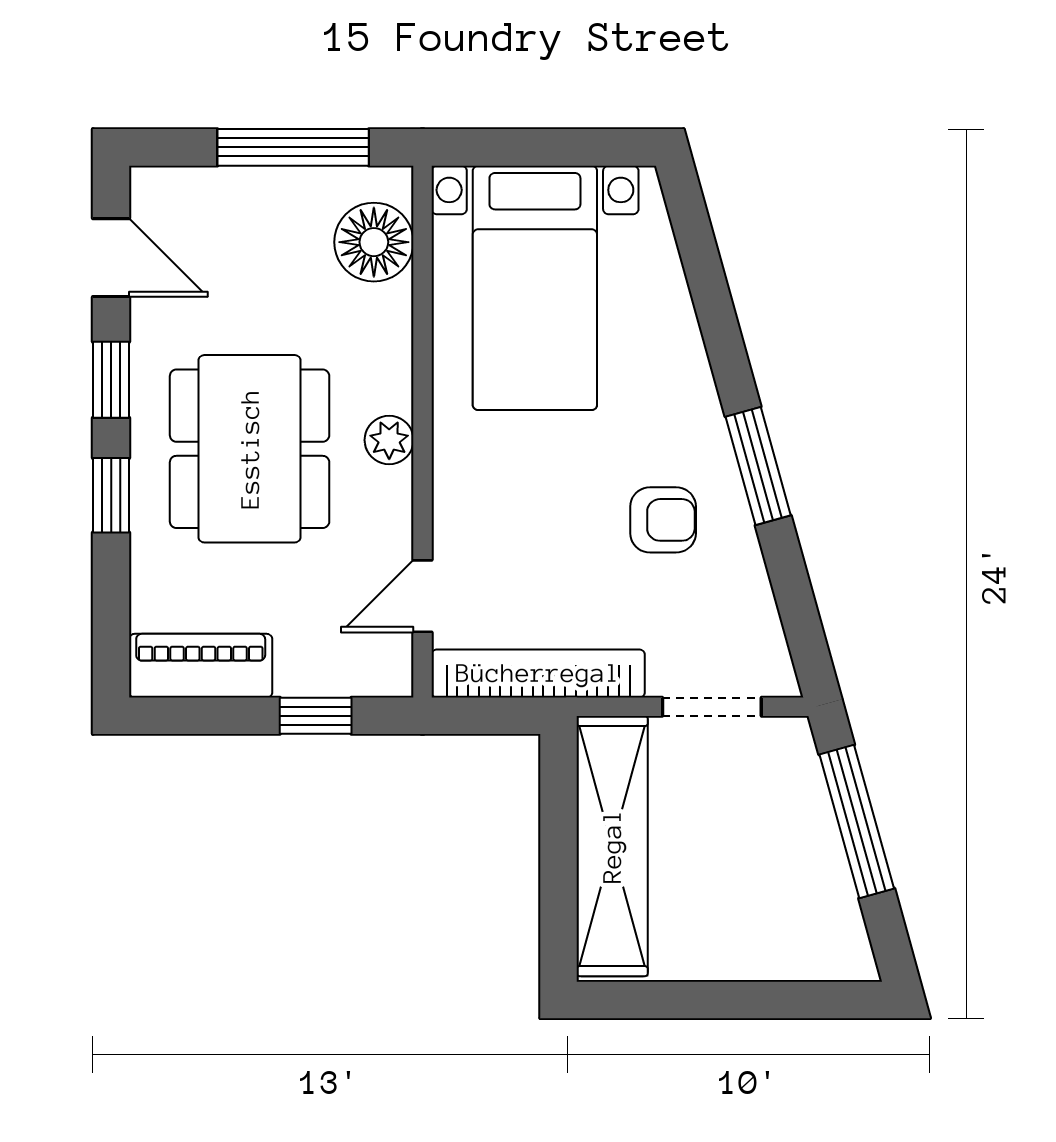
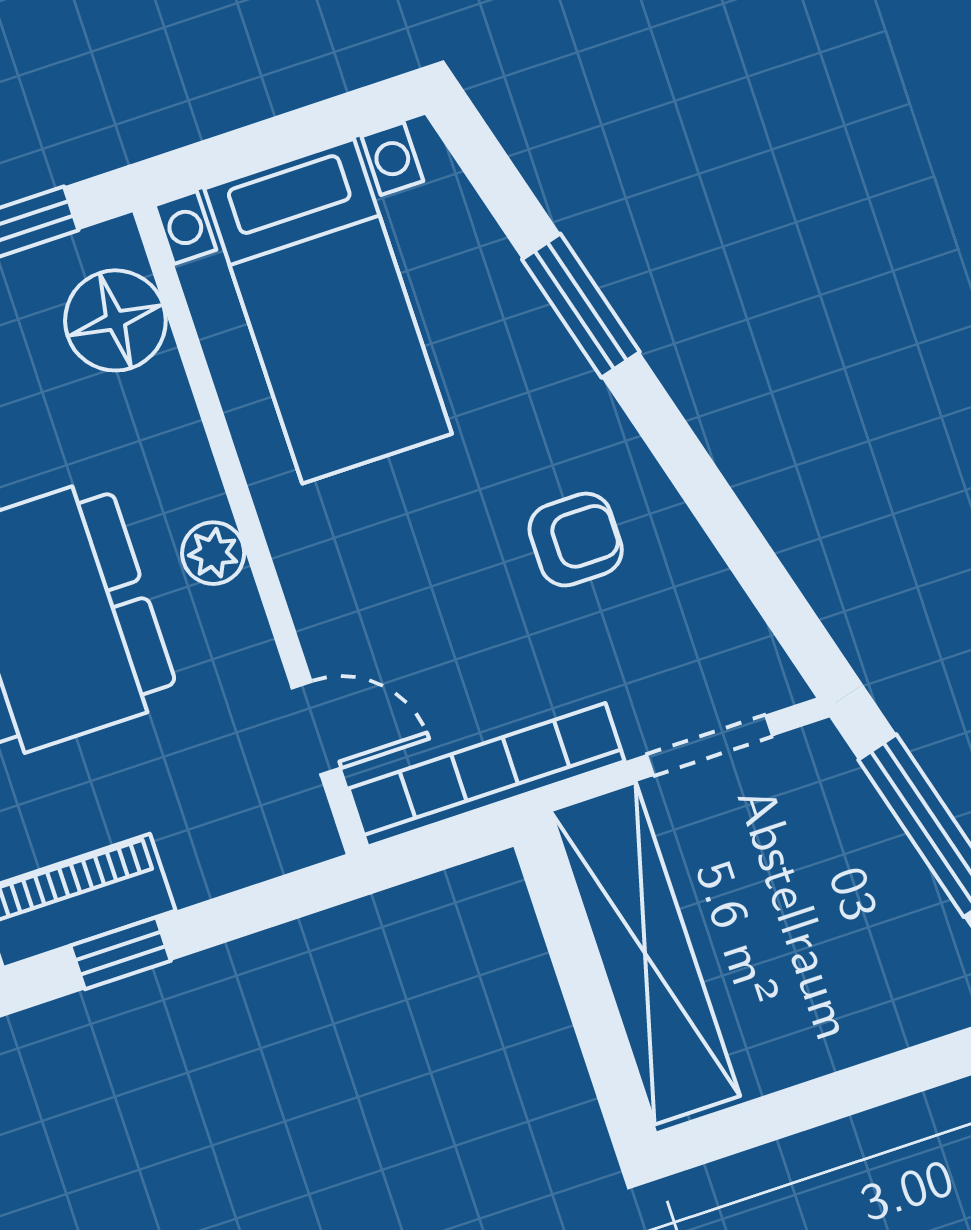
window: (758, 466) -> (581, 306), moved
door: (422, 596) -> (316, 728), swing flipped
window: (316, 716) -> (121, 953), moved

